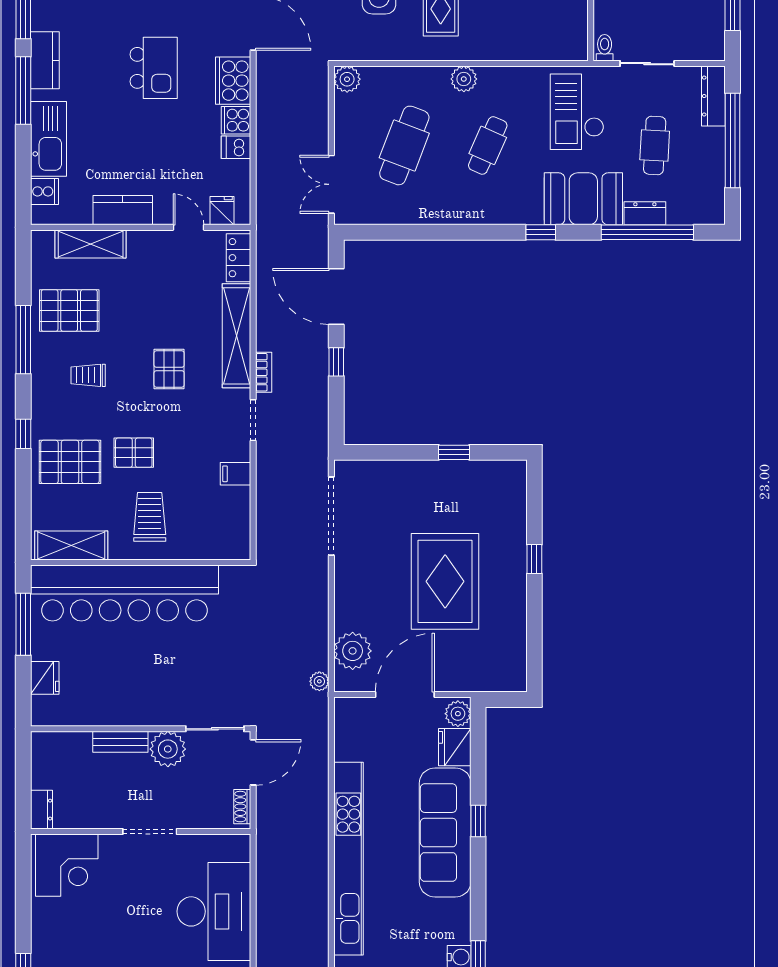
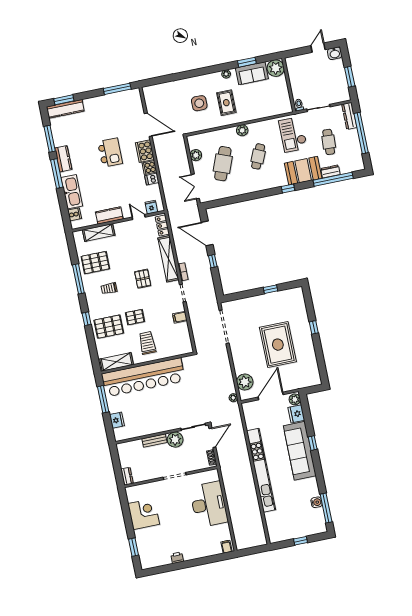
plant: (347, 79) -> (196, 155), moved
corner desk: (67, 865) -> (144, 514), moved, turned -90

